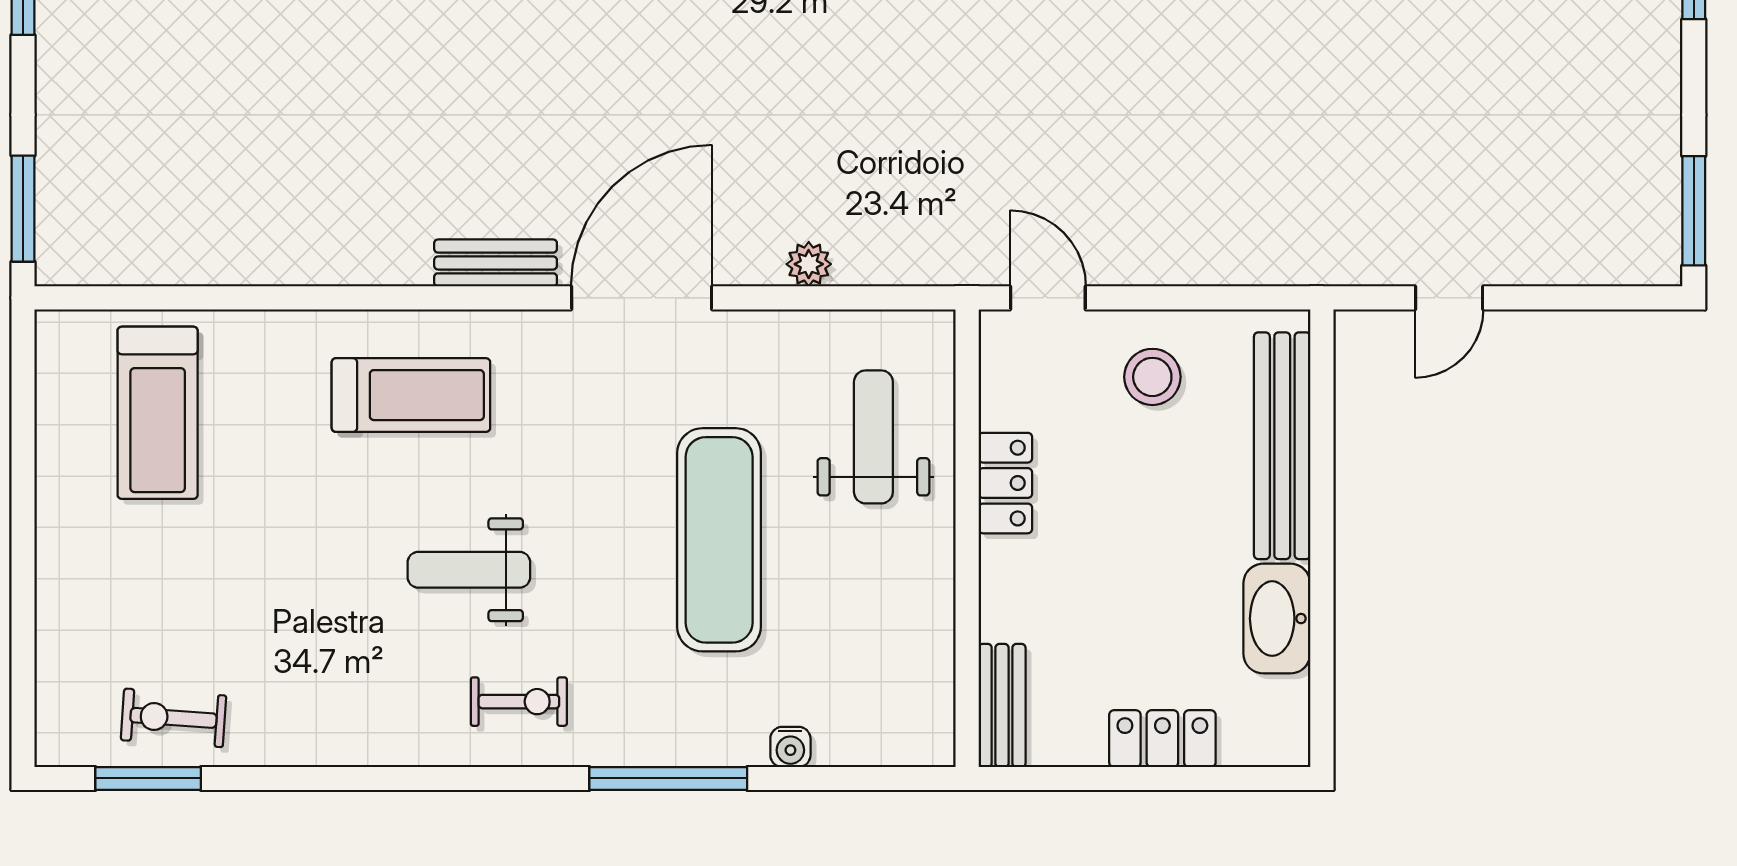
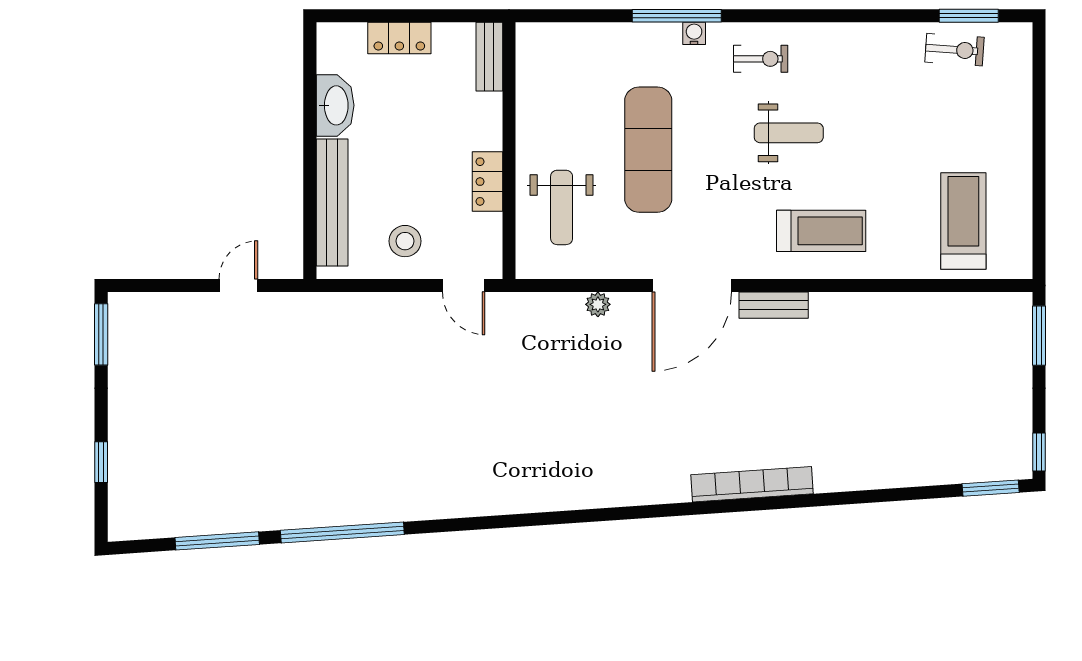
treadmill: (411, 395) -> (821, 231), turned 180
exercise bike: (519, 702) -> (761, 59), turned 180
water cooler: (790, 747) -> (694, 33), moved

